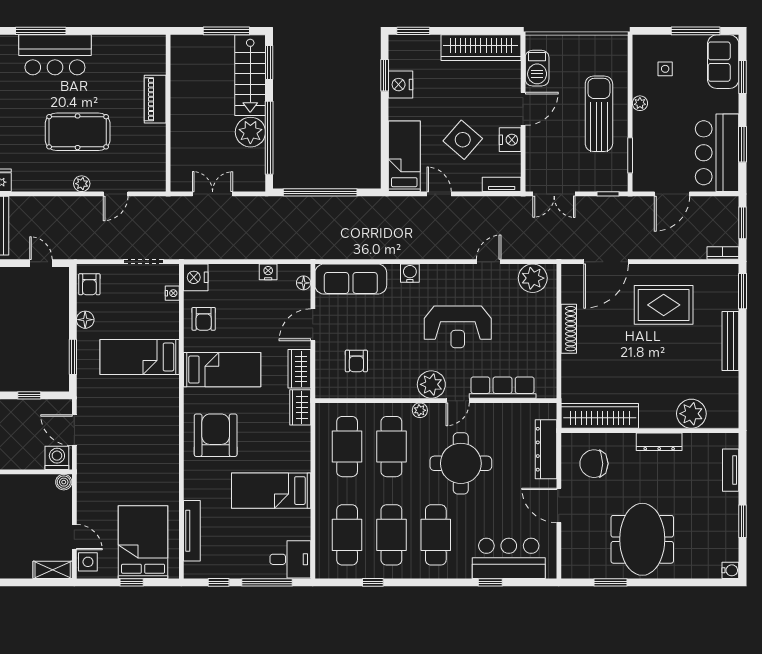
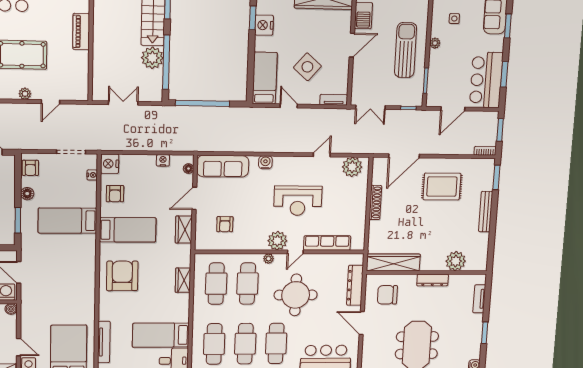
nightstand: (510, 140) -> (341, 68), removed
wardrobe: (300, 407) -> (183, 280), moved
bed: (271, 491) -> (161, 335), moved

